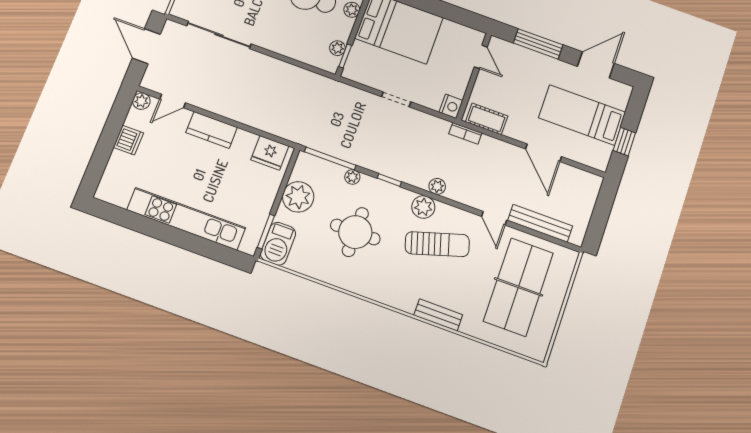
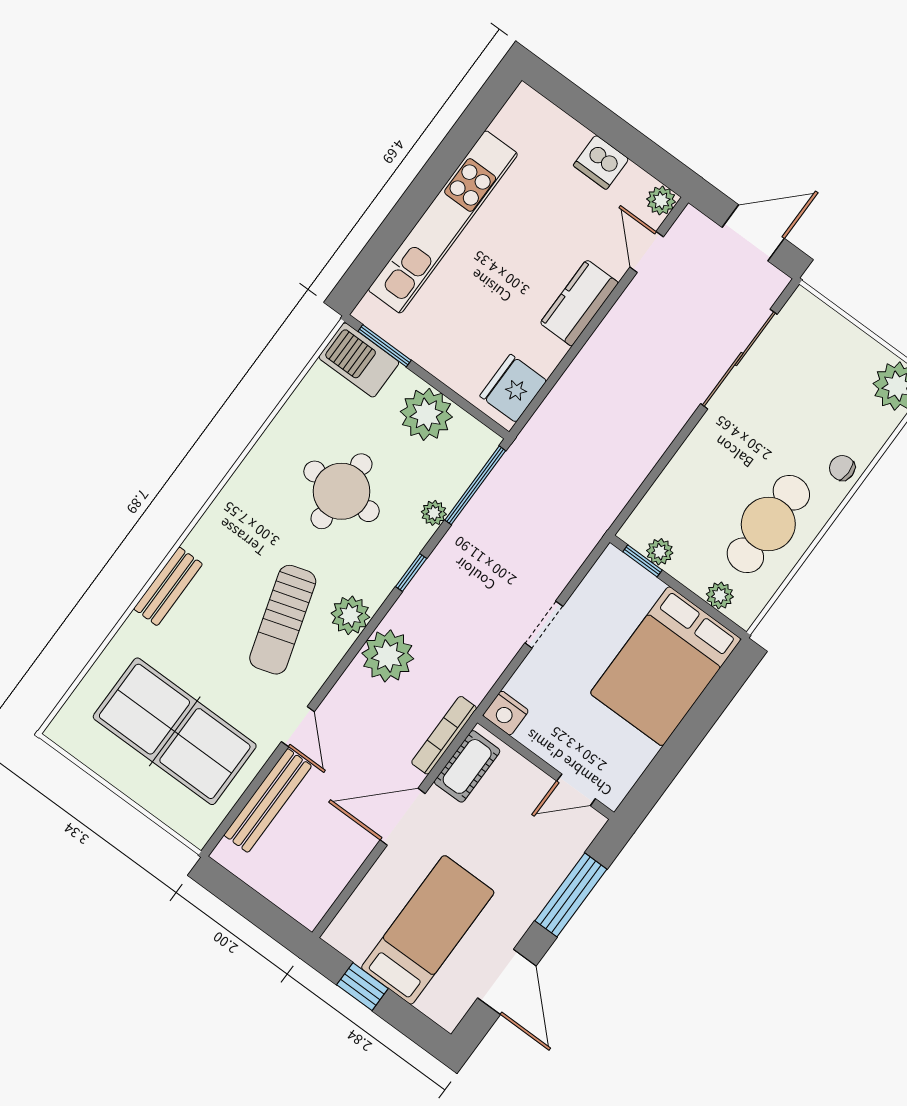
bookcase: (465, 133) -> (444, 735), width x1.56
door: (543, 153) -> (403, 817), moved
plant: (437, 186) -> (388, 656), width x1.88, depth x1.88
door: (494, 218) -> (298, 727), swing flipped

